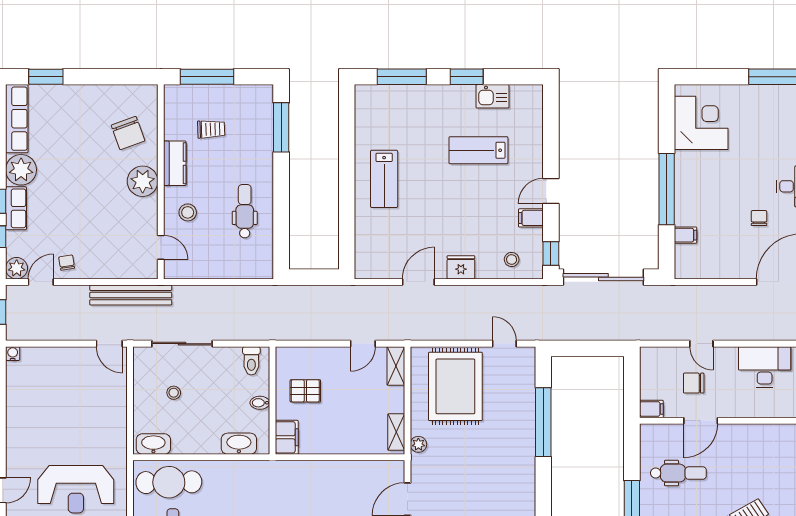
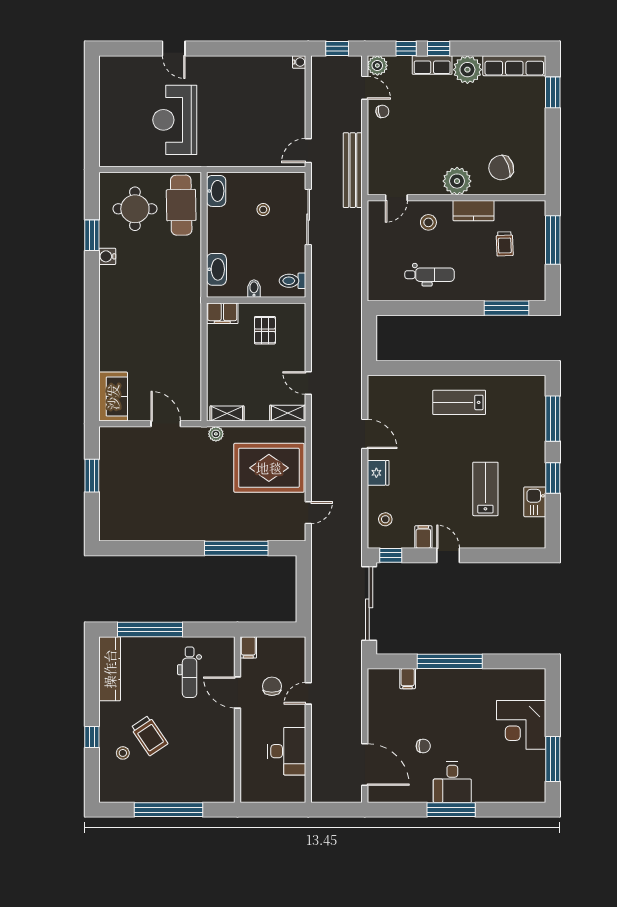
corner desk: (701, 123) -> (521, 725), moved, turned 90

